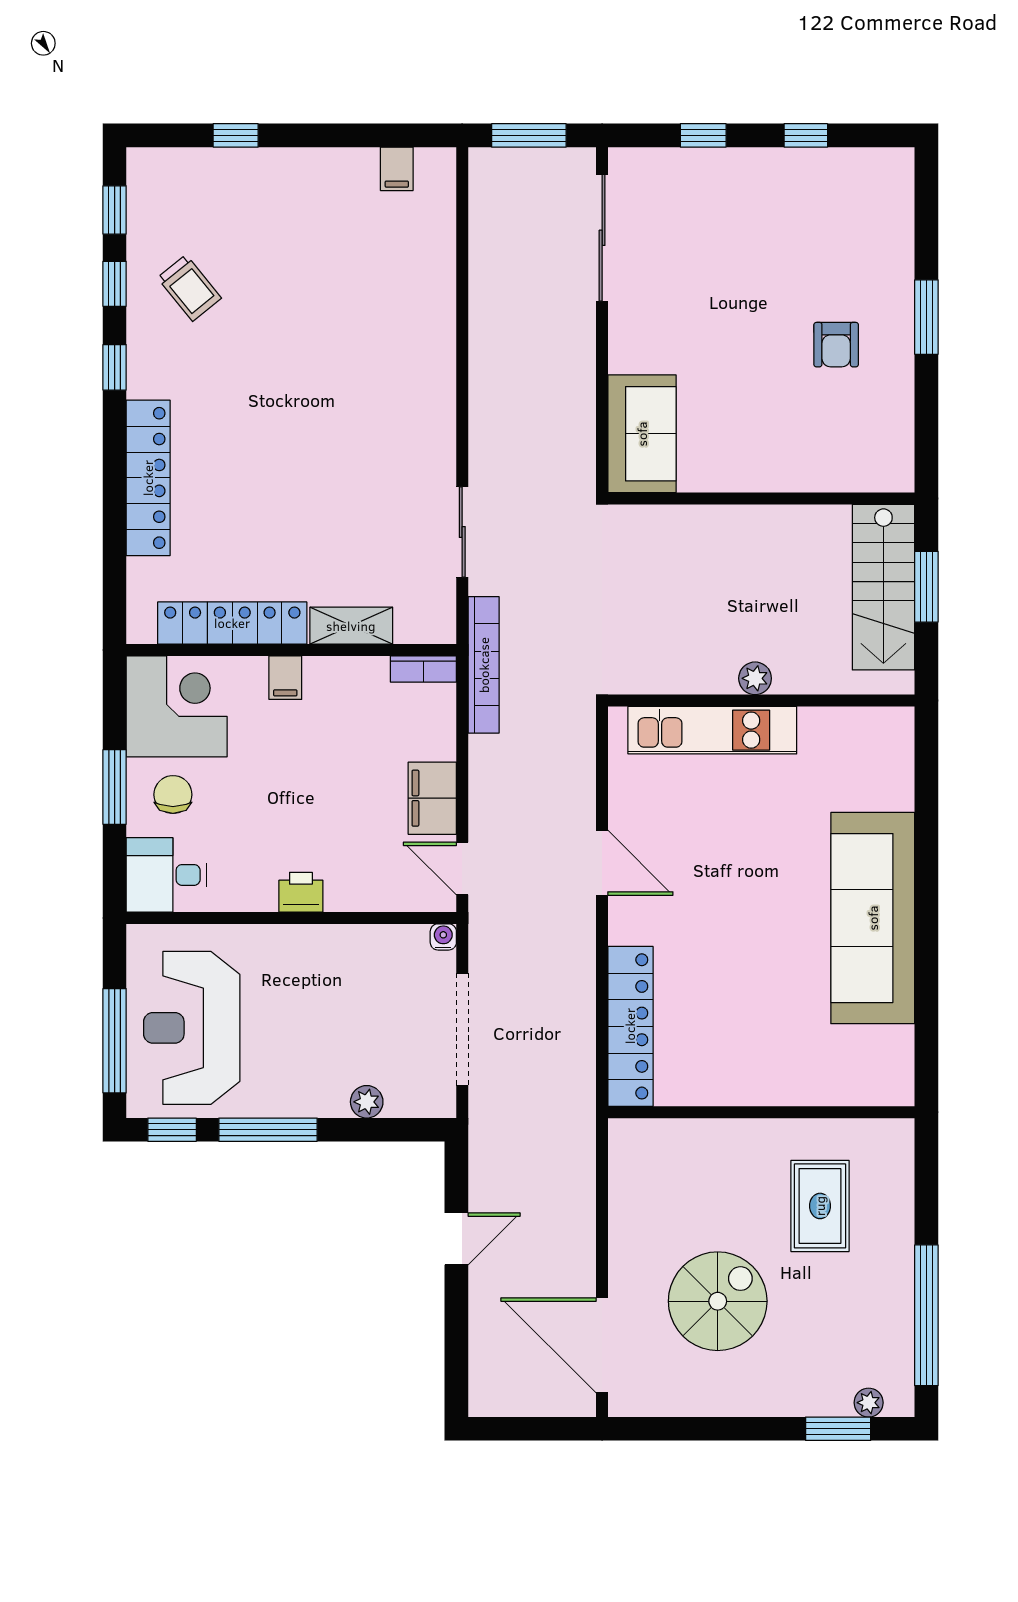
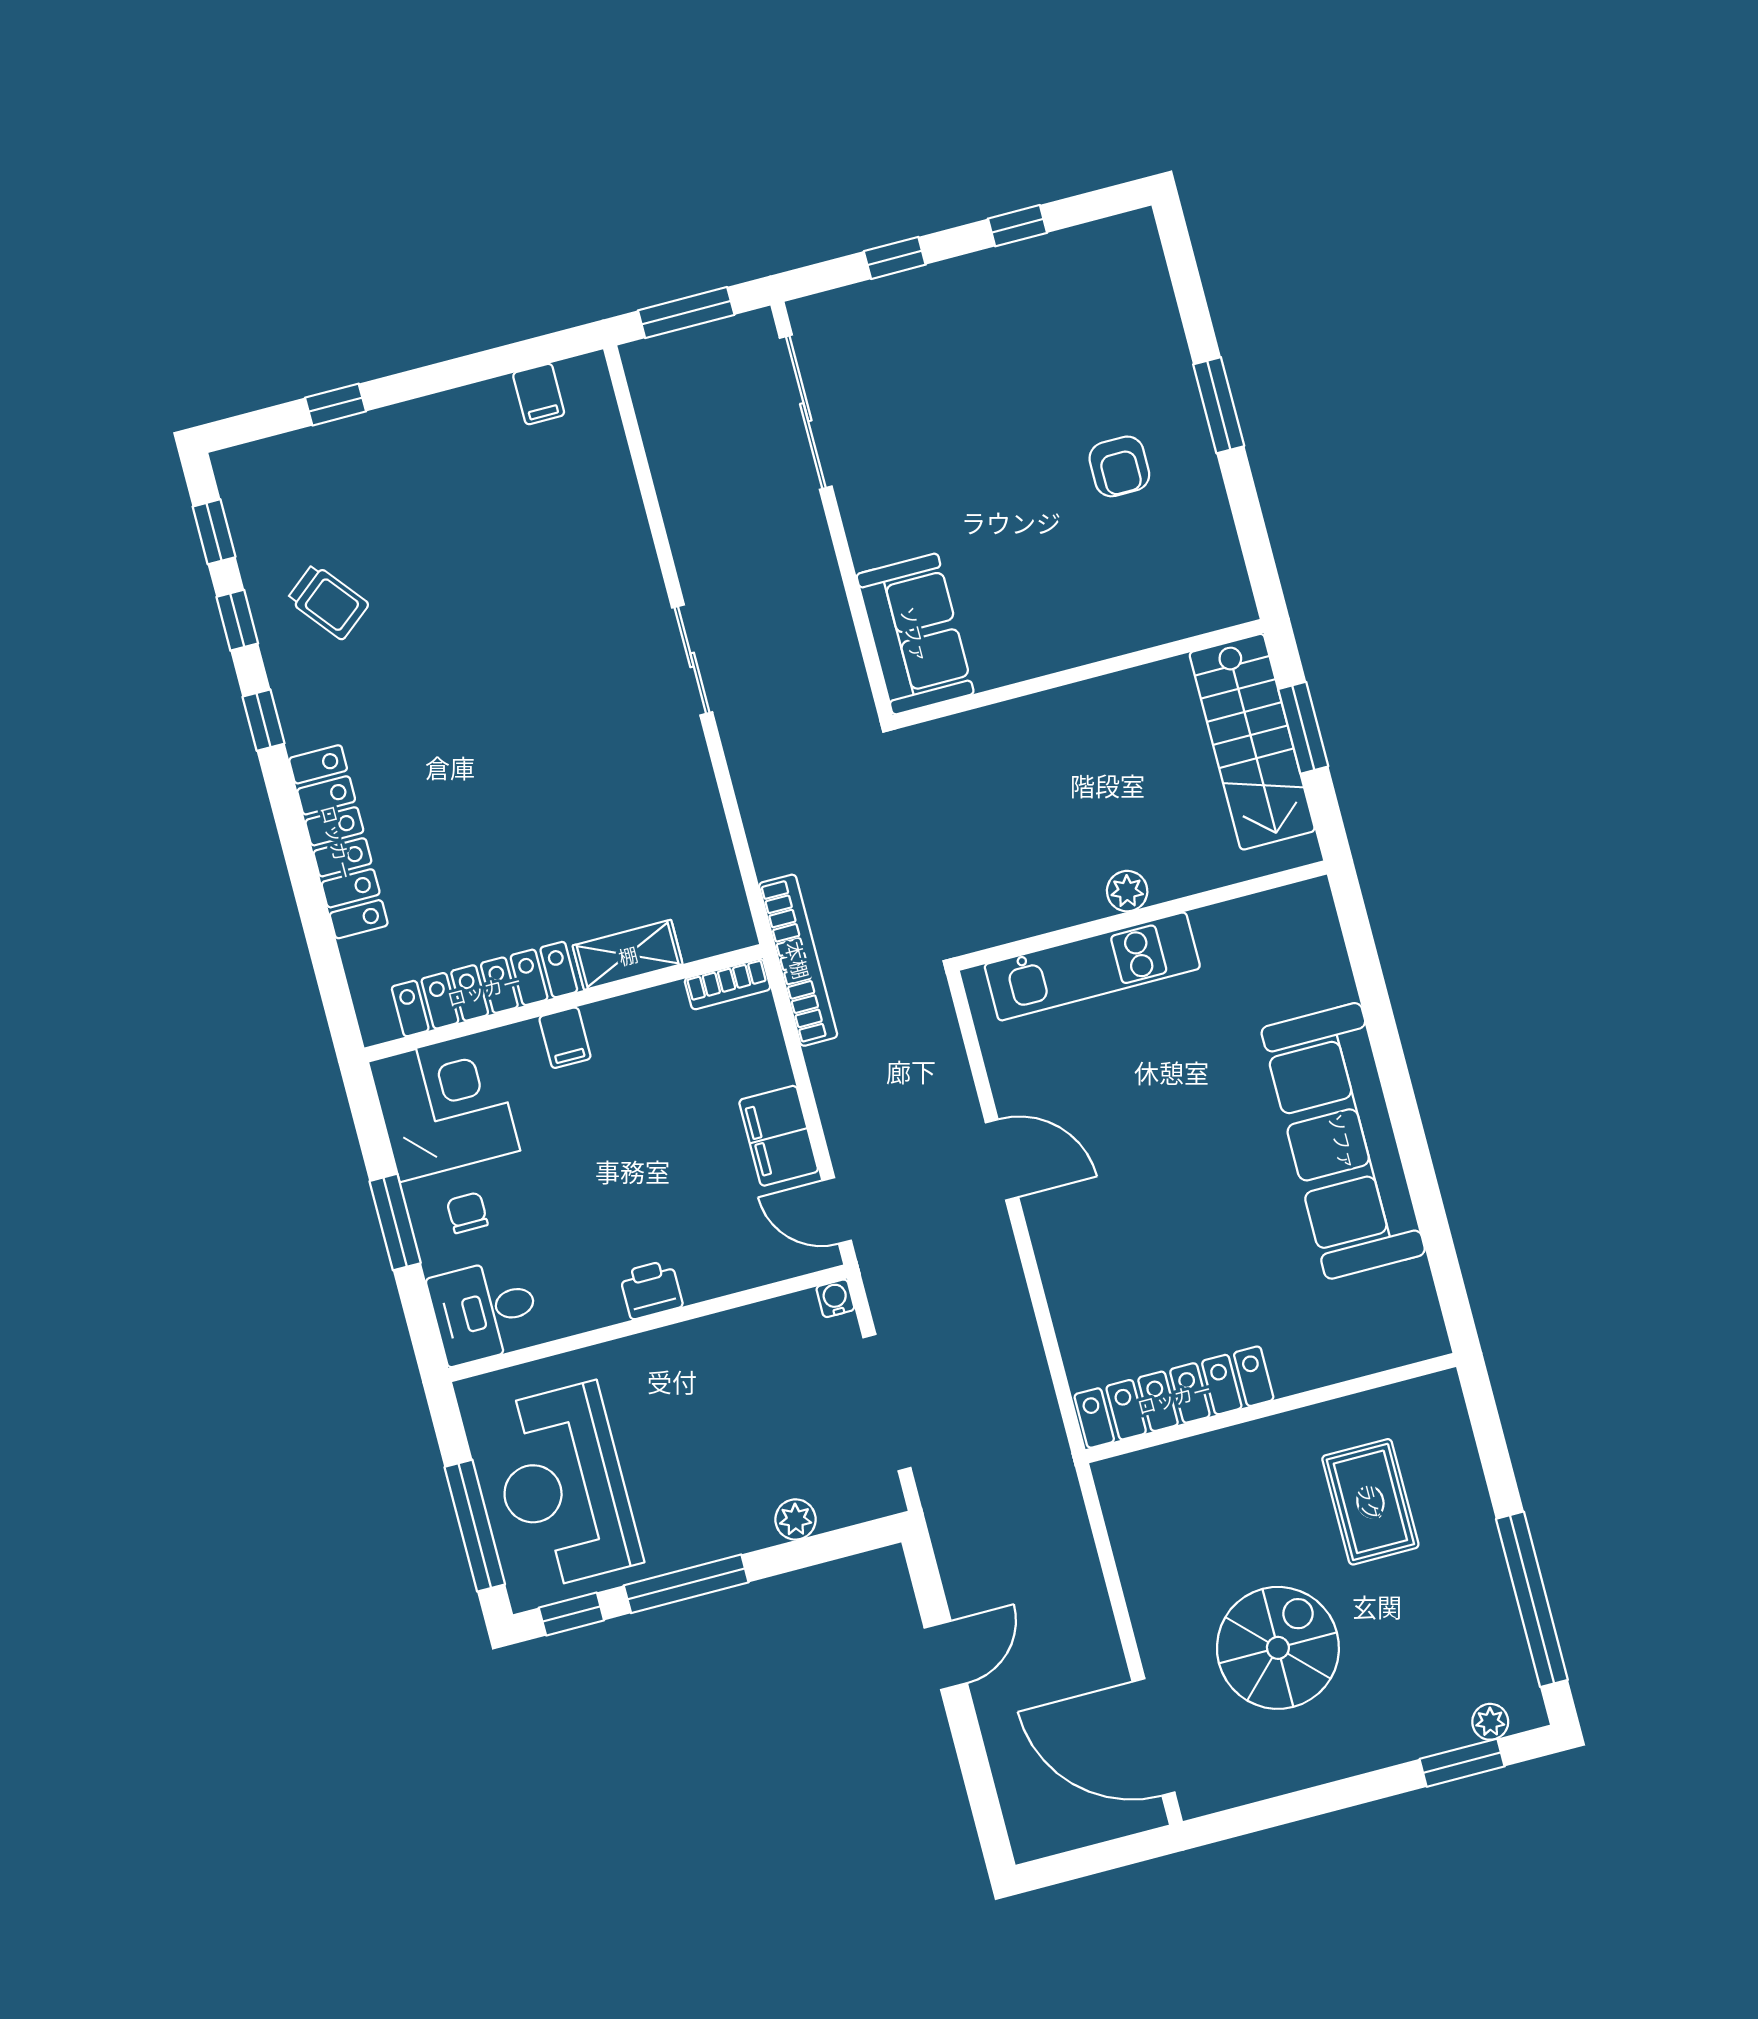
sliding door: (462, 532) -> (692, 660), moved
chair: (173, 795) -> (467, 1213), width x0.73, depth x0.73
locker: (630, 1026) -> (1174, 1397), moved, turned -90

